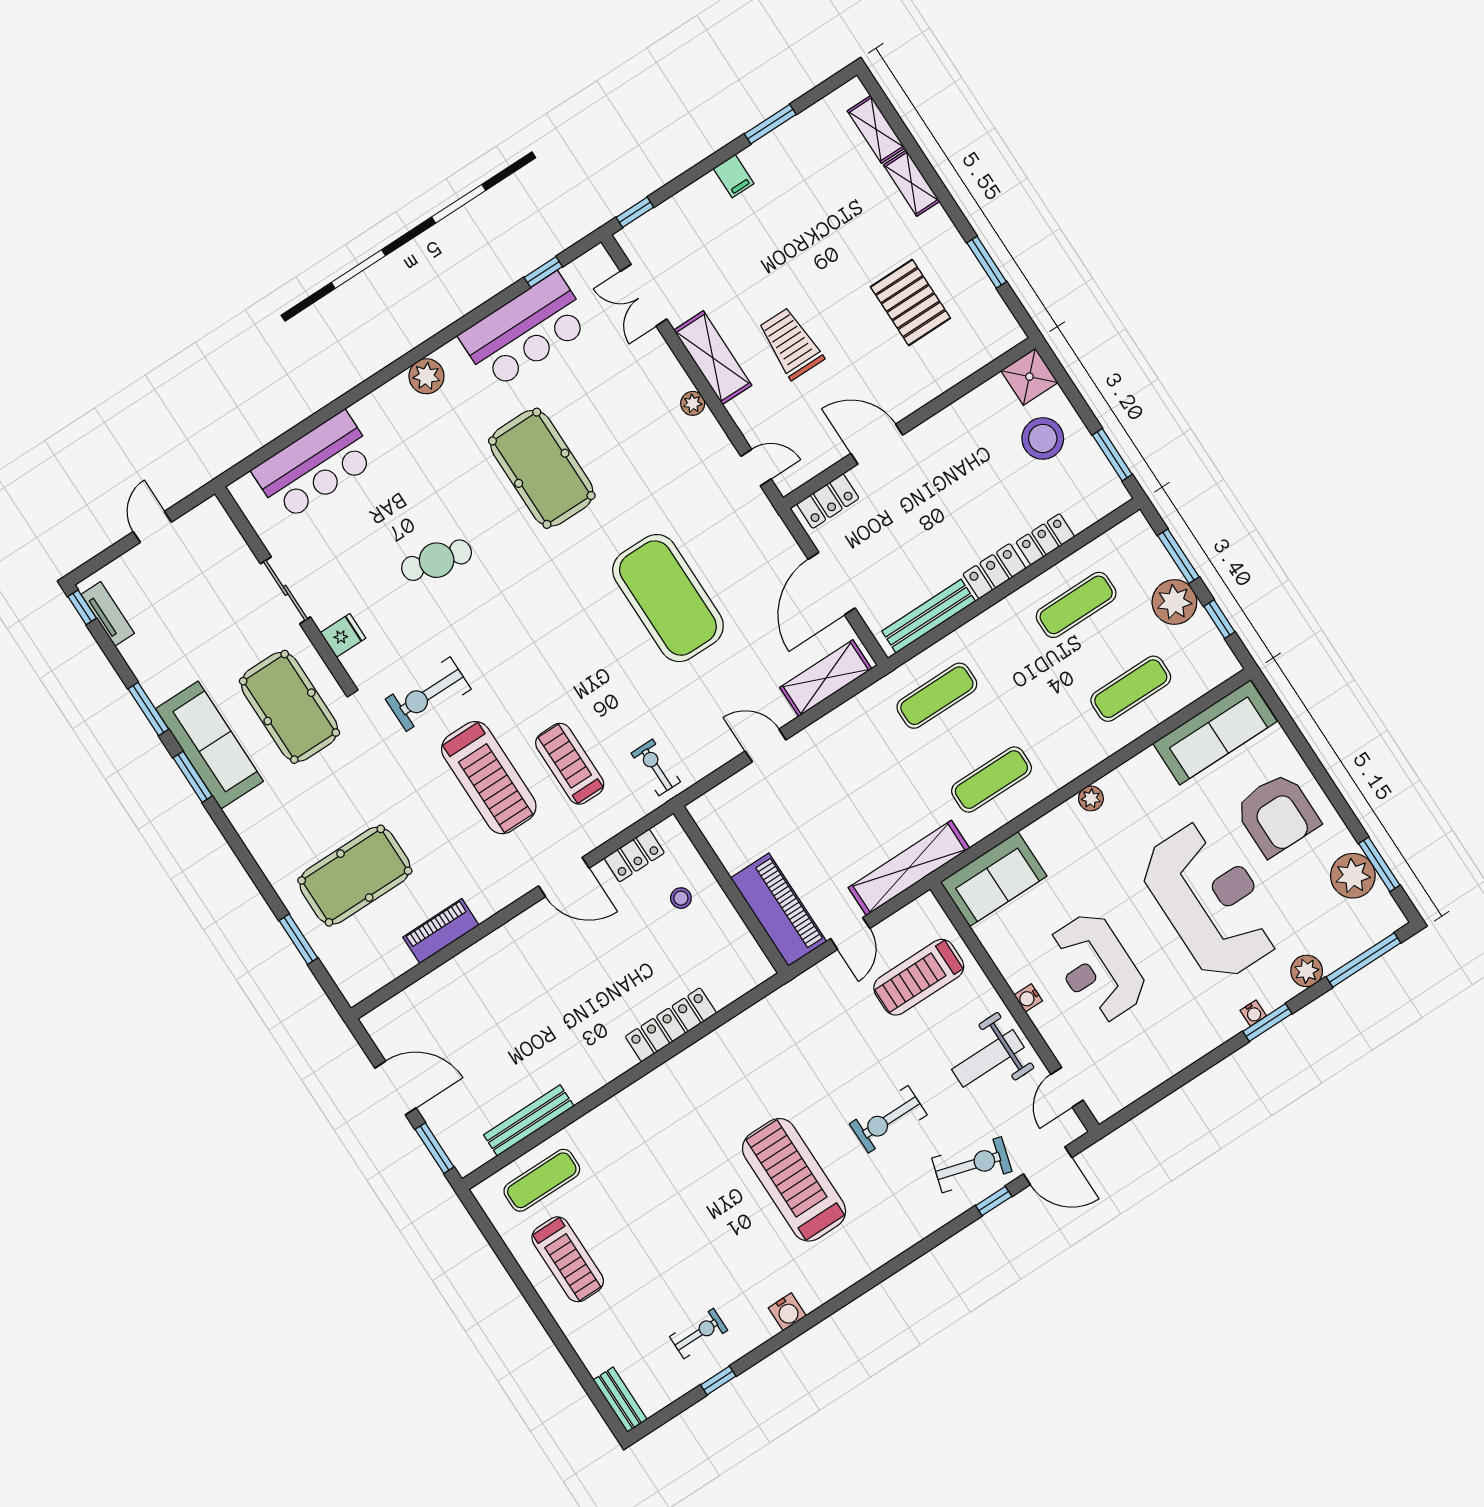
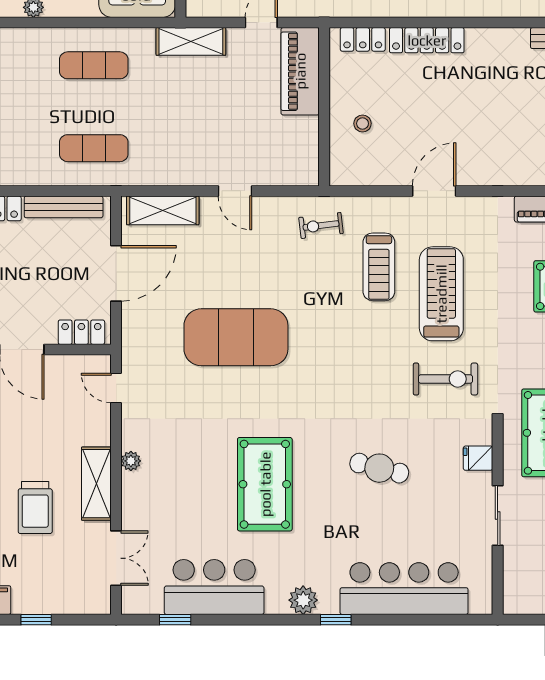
window: (635, 212) -> (36, 620), moved
trolley: (791, 343) -> (35, 507), moved
window: (381, 378) -> (336, 620), added
bar counter: (315, 466) -> (404, 589), width x1.36
exercise mat: (668, 598) -> (236, 337), turned 90
exercise bike: (656, 767) -> (321, 225), turned 83
locker: (634, 855) -> (363, 39), moved, turned 180
shelving: (909, 868) -> (191, 41), width x0.68
door: (564, 877) -> (434, 191), hinge flipped

